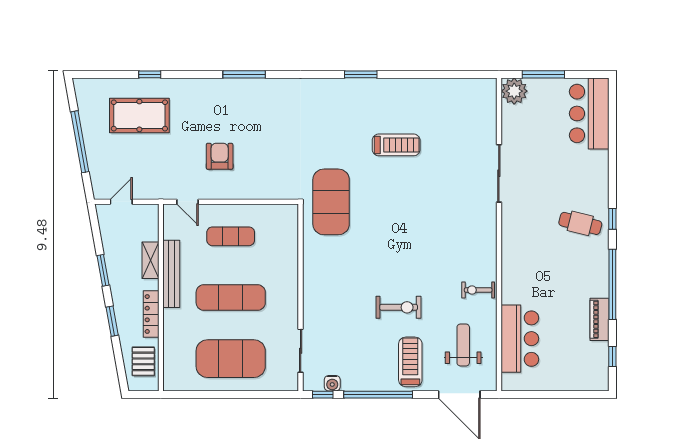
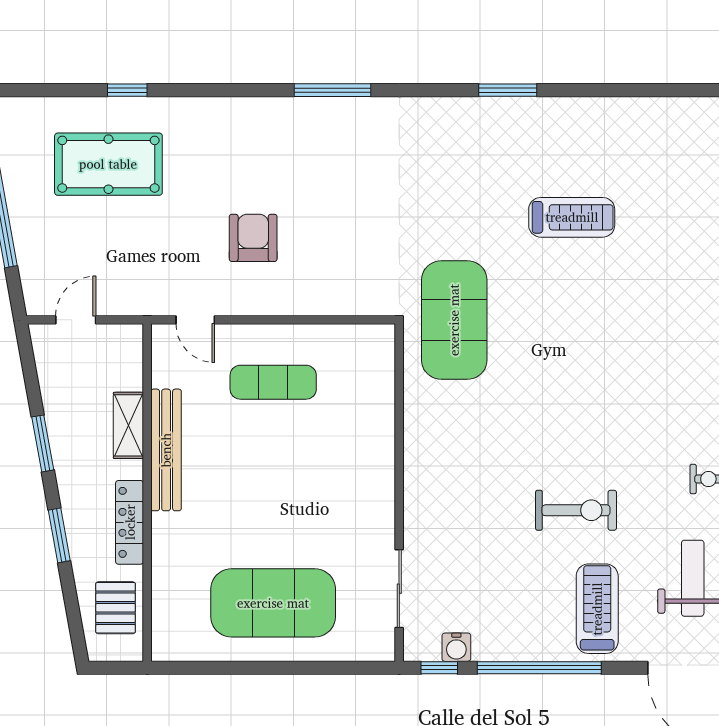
window: (244, 74) -> (333, 90), moved
exercise mat: (231, 297) -> (273, 493), removed

